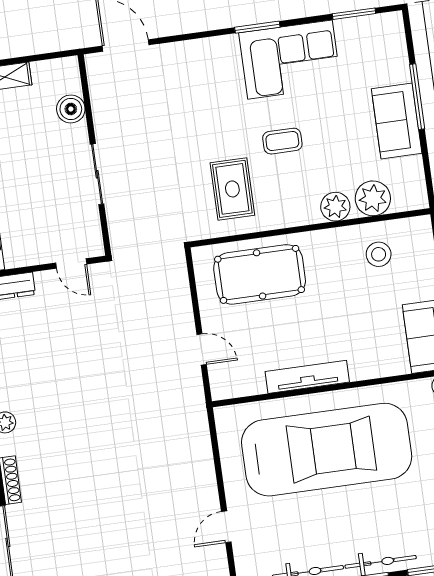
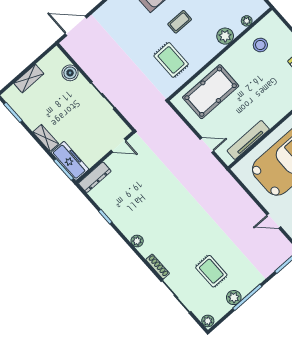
plant: (373, 198) -> (247, 21), width x0.53, depth x0.53
tv unit: (307, 377) -> (248, 140), moved
door: (226, 527) -> (274, 221), hinge flipped
rug: (85, 540) -> (211, 271), added

